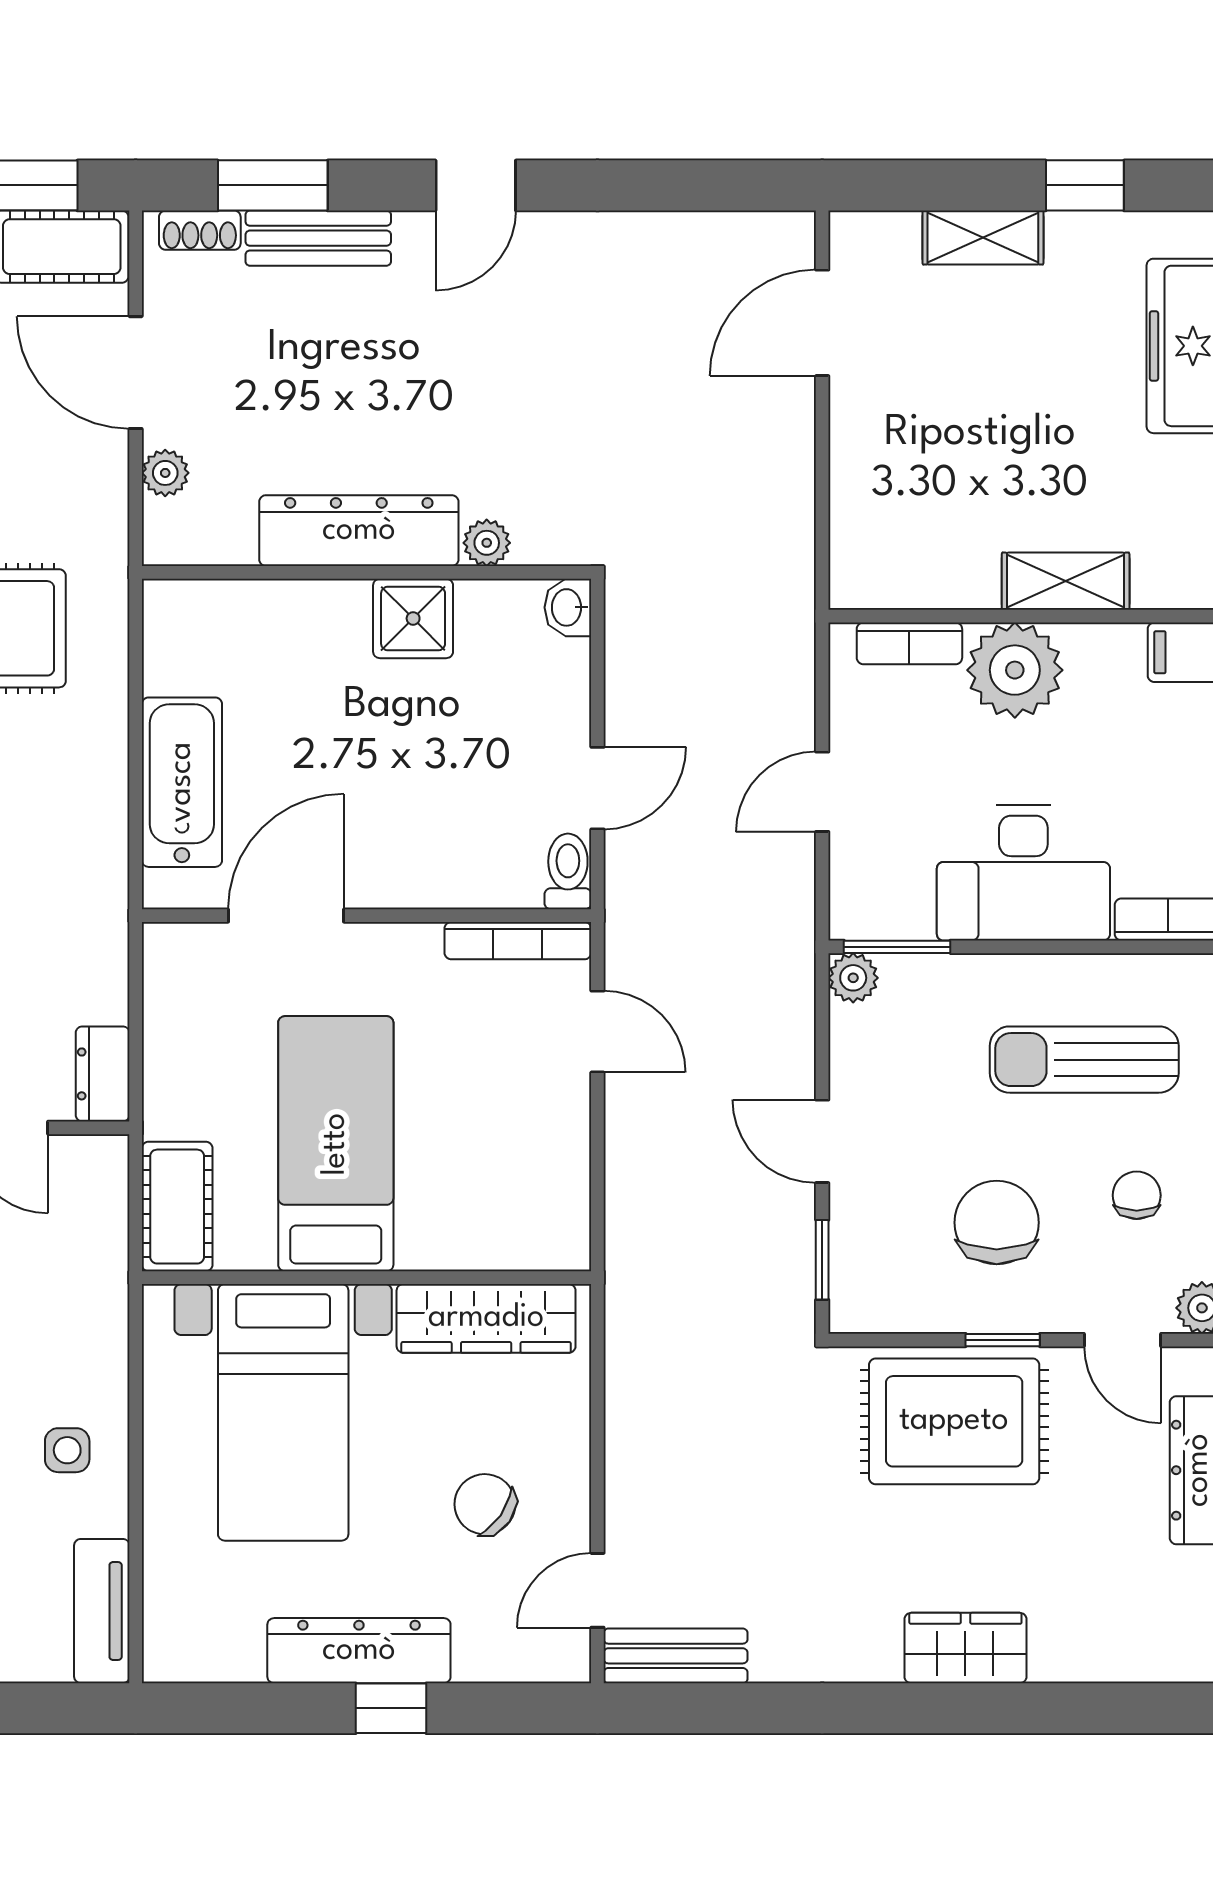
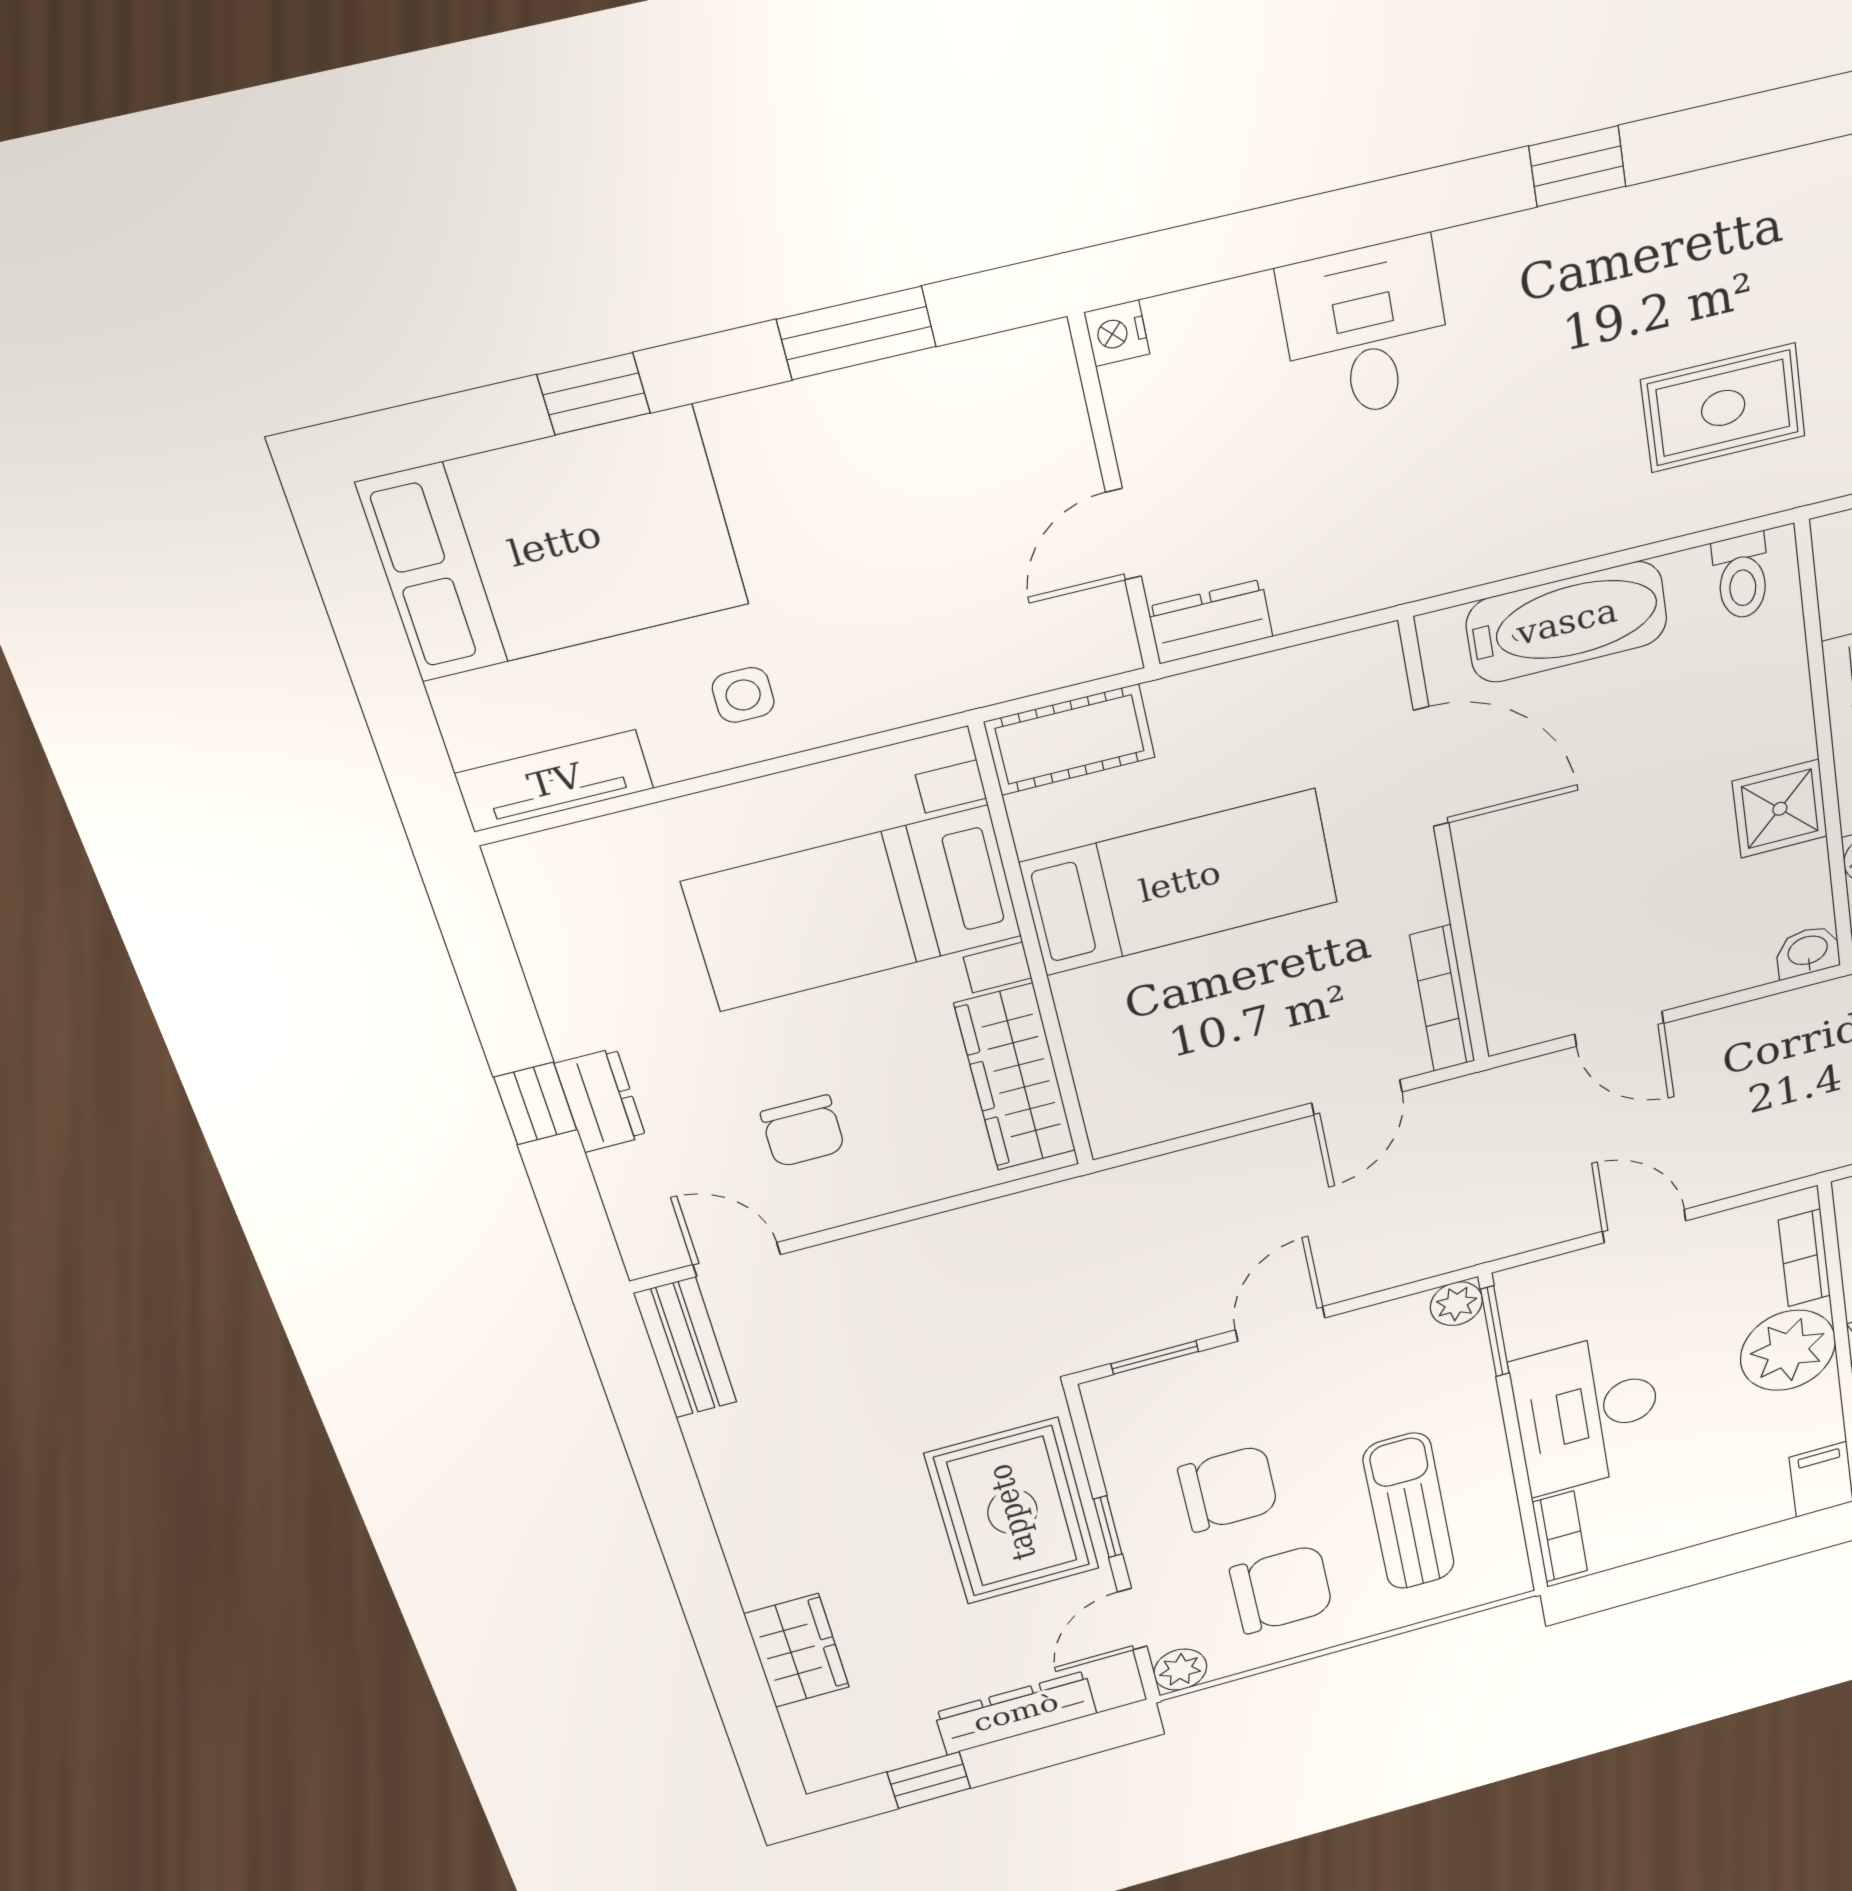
toilet: (568, 871) -> (1742, 577), moved, turned 90
chair: (1137, 1195) -> (1281, 1589), width x1.87, depth x1.87
chair: (485, 1504) -> (803, 1131), turned 145
wardrobe: (965, 1648) -> (797, 1651), moved
dresser: (359, 1651) -> (600, 1100), width x0.51, depth x0.80

